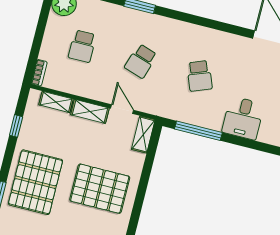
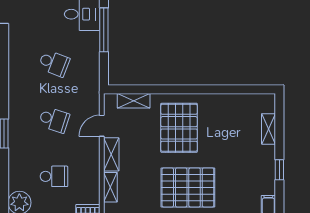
school desk: (200, 76) -> (54, 63), turned 42
window: (198, 131) -> (104, 30), moved
shelving: (143, 135) -> (134, 101), moved

